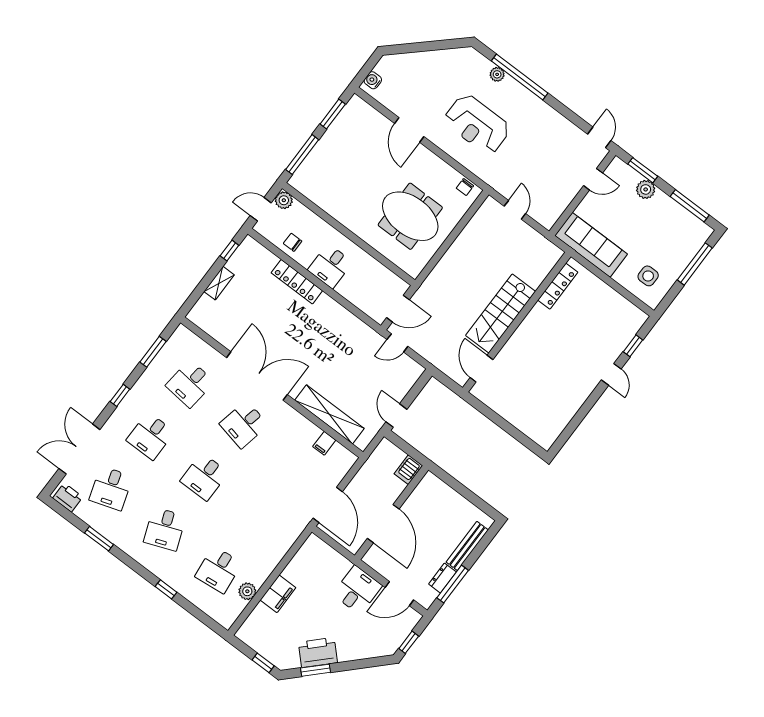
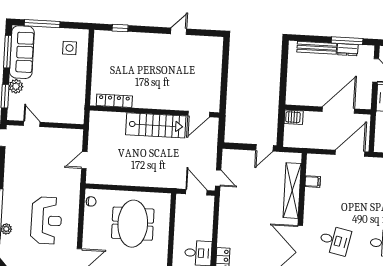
sofa: (591, 245) -> (22, 52), moved, turned 180
door: (611, 374) -> (179, 31), moved

